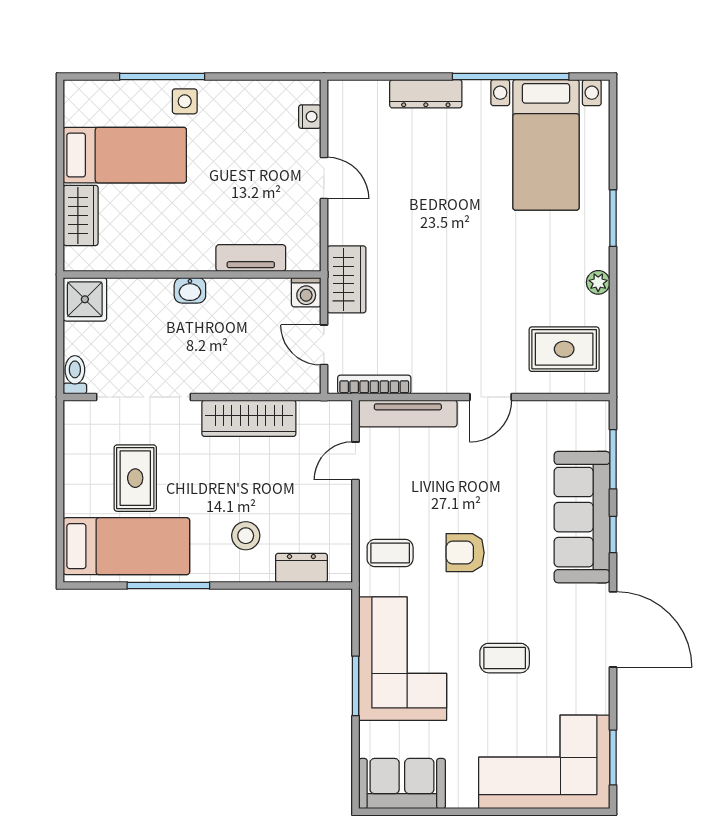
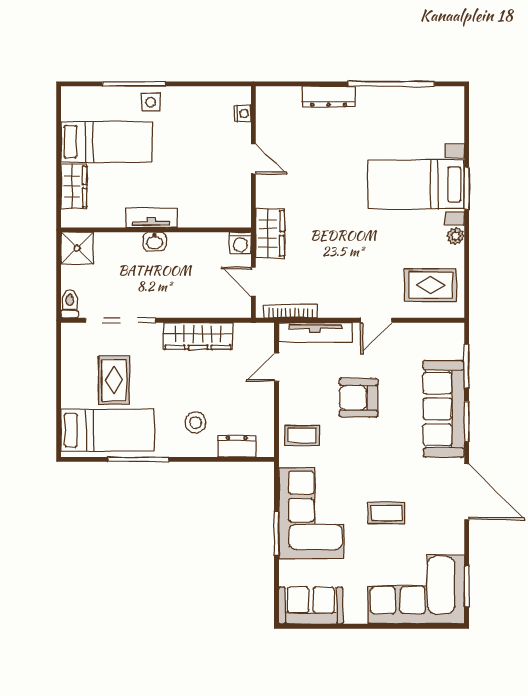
bed with nightstands: (546, 145) -> (416, 185), moved, turned 90
tv unit: (251, 258) -> (151, 218), moved
window: (613, 535) -> (467, 422), width x1.50
armchair: (465, 553) -> (359, 398), moved, width x1.38, depth x1.38

